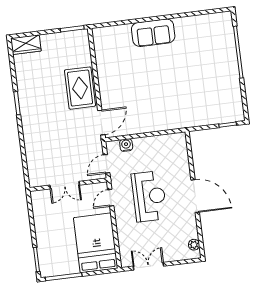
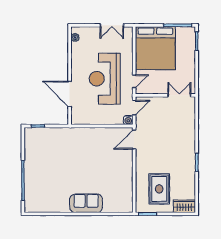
rug: (80, 88) -> (159, 189), moved
water cooler: (126, 145) -> (128, 120), moved
double door: (65, 185) -> (179, 95), moved
reception desk: (149, 196) -> (105, 79), width x1.36, depth x1.30
door: (195, 196) -> (70, 94), moved
bed: (96, 243) -> (155, 48), width x1.36

